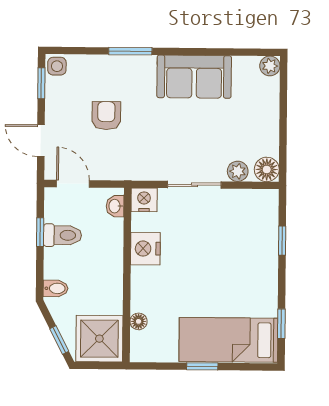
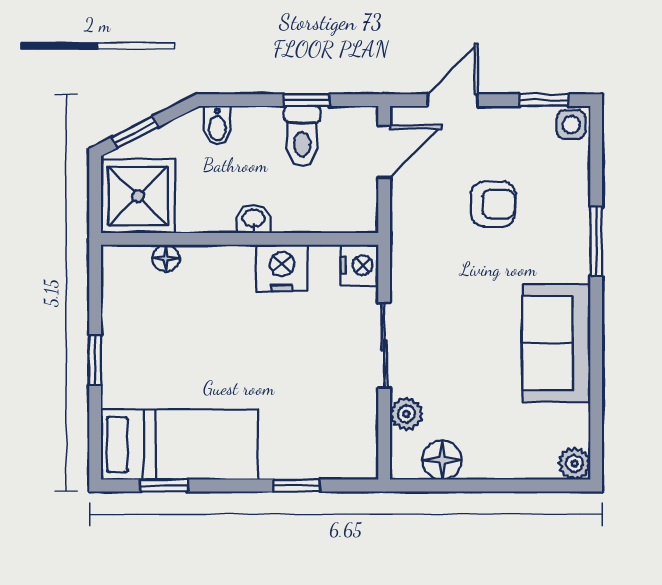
floor lamp: (267, 169) -> (442, 460), moved
washbasin: (115, 206) -> (254, 219), moved
bed: (228, 340) -> (179, 444), moved, turned 90

